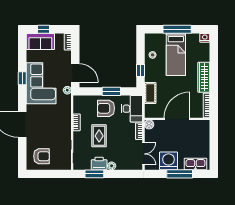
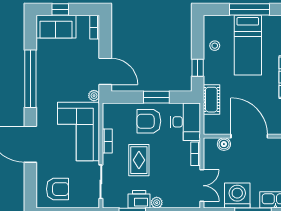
window: (22, 78) -> (30, 79), width x3.17
corner sofa: (41, 83) -> (79, 132), moved, turned 180
door: (177, 119) -> (249, 136), hinge flipped
boiler: (149, 124) -> (224, 144), moved

